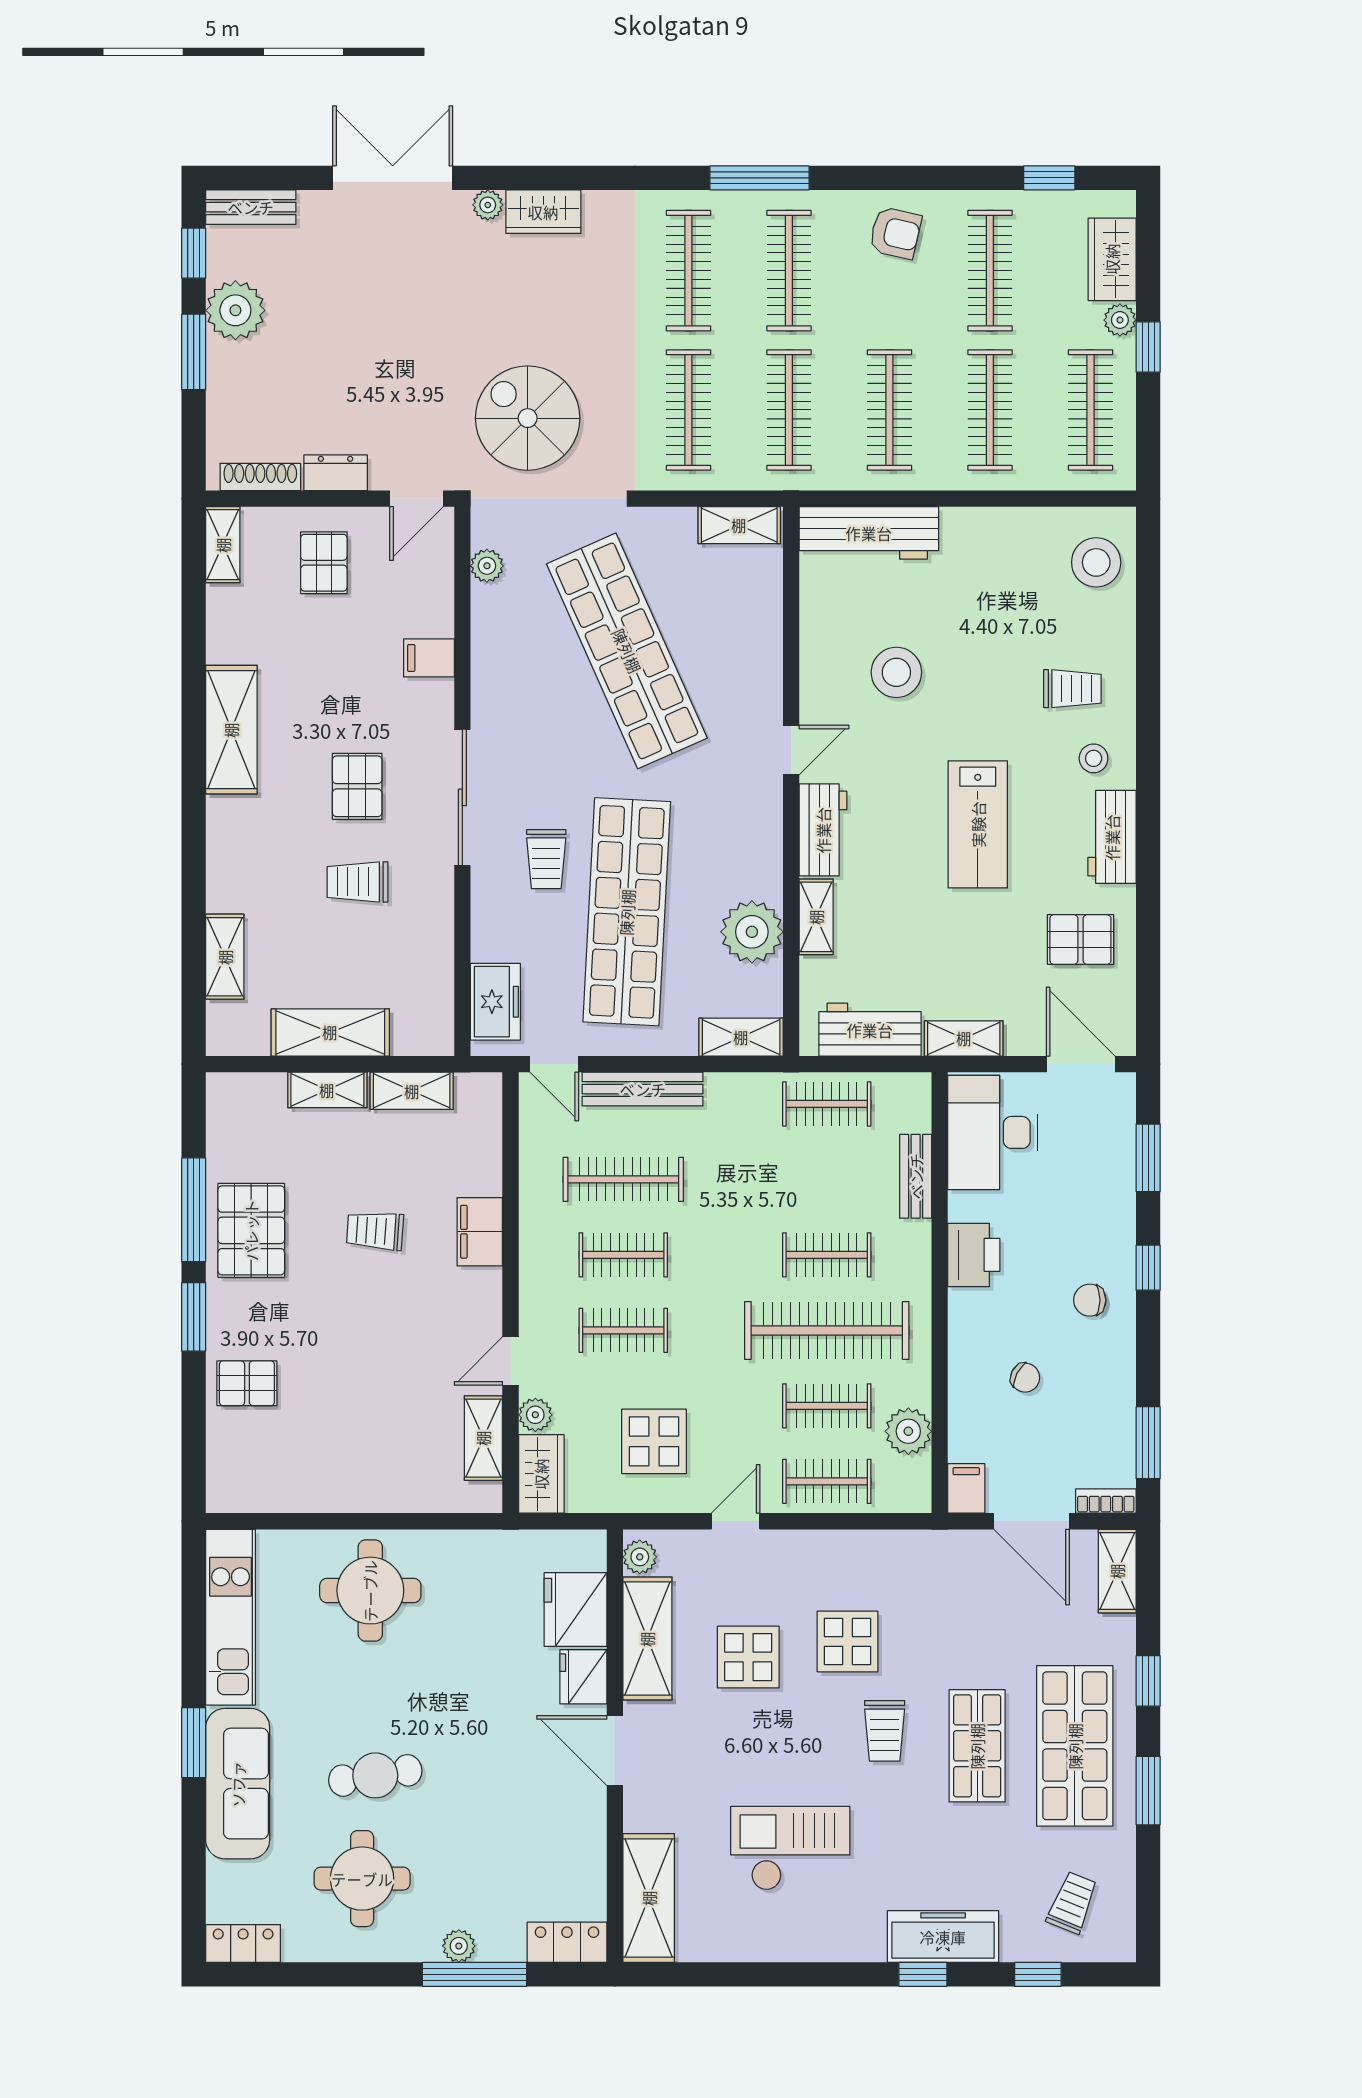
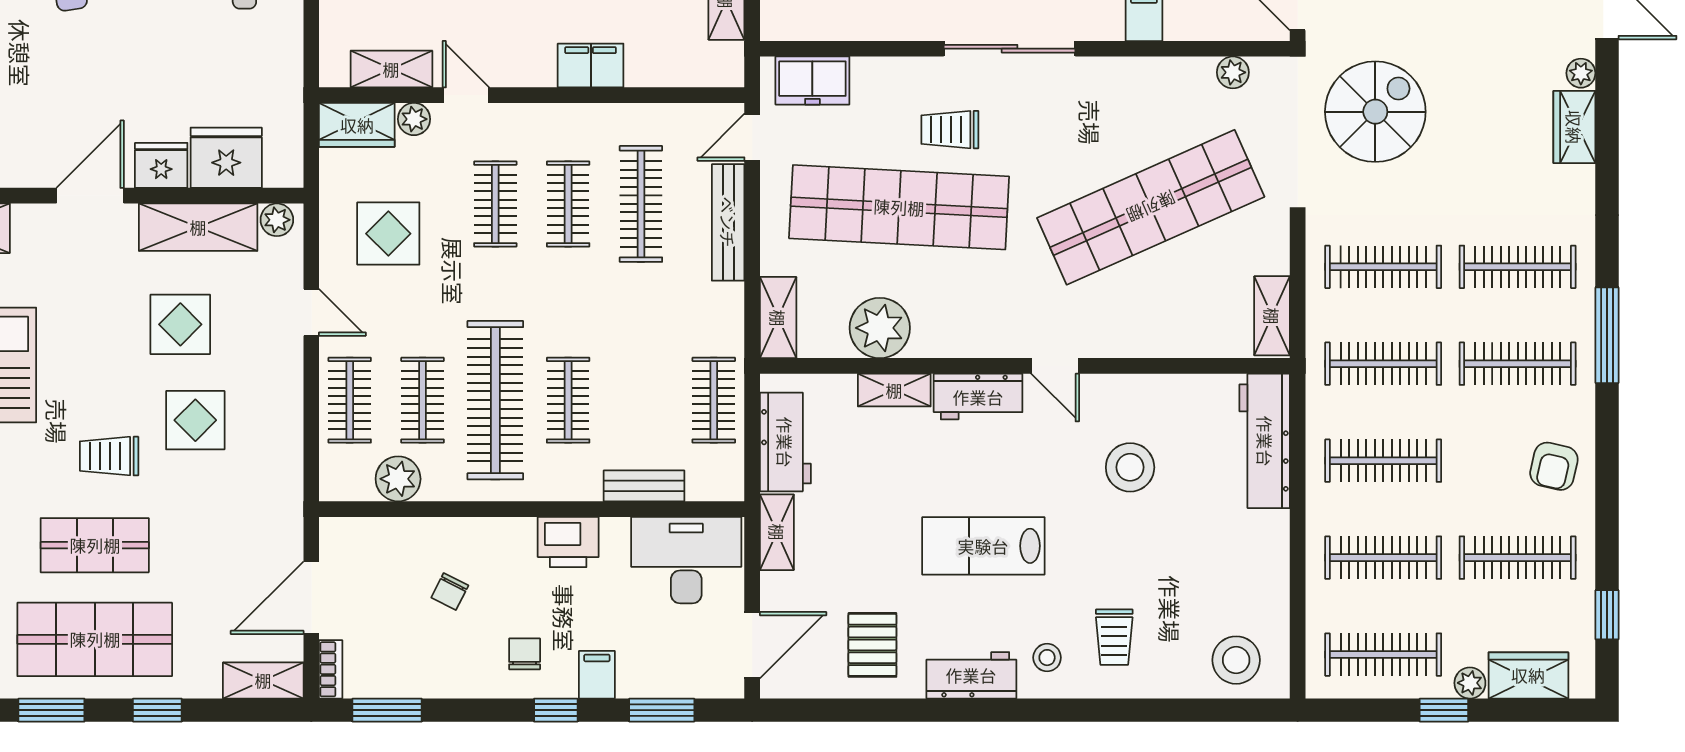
filing cabinet: (966, 1488) -> (597, 675), moved, turned -90

